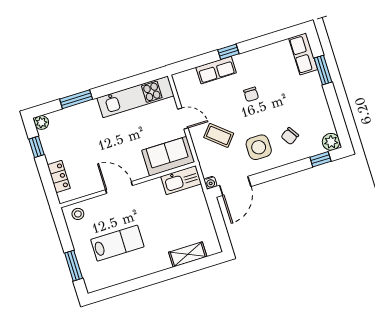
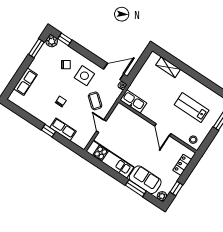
row of seats: (303, 54) -> (25, 82), moved
window: (323, 70) -> (36, 48), moved
sofa: (168, 156) -> (145, 180), moved, turned 180

